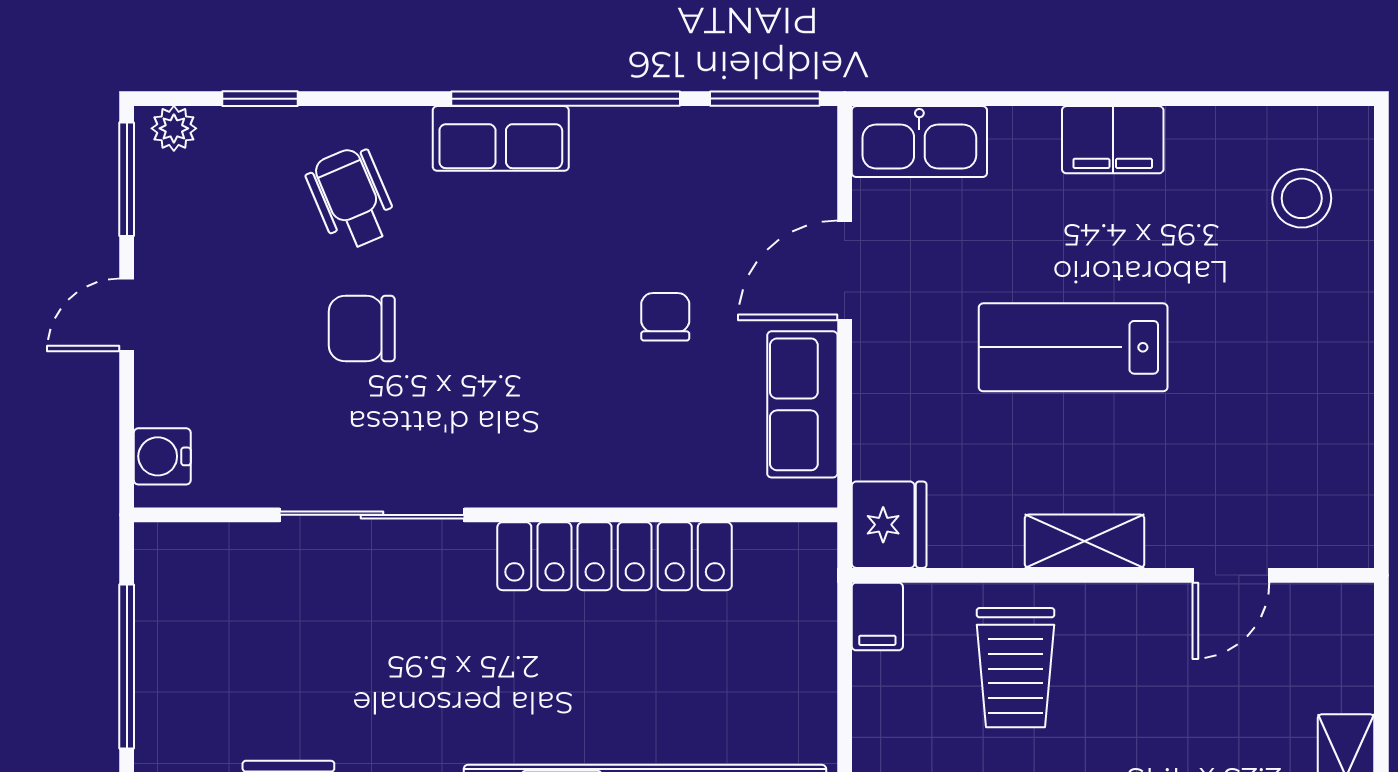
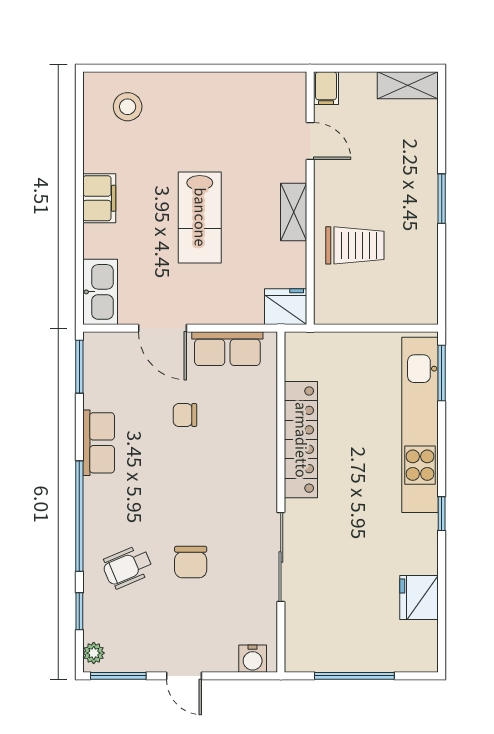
window: (566, 99) -> (79, 516), moved
row of seats: (501, 138) -> (99, 443), moved
filing cabinet: (877, 616) -> (326, 88), moved, turned 90

